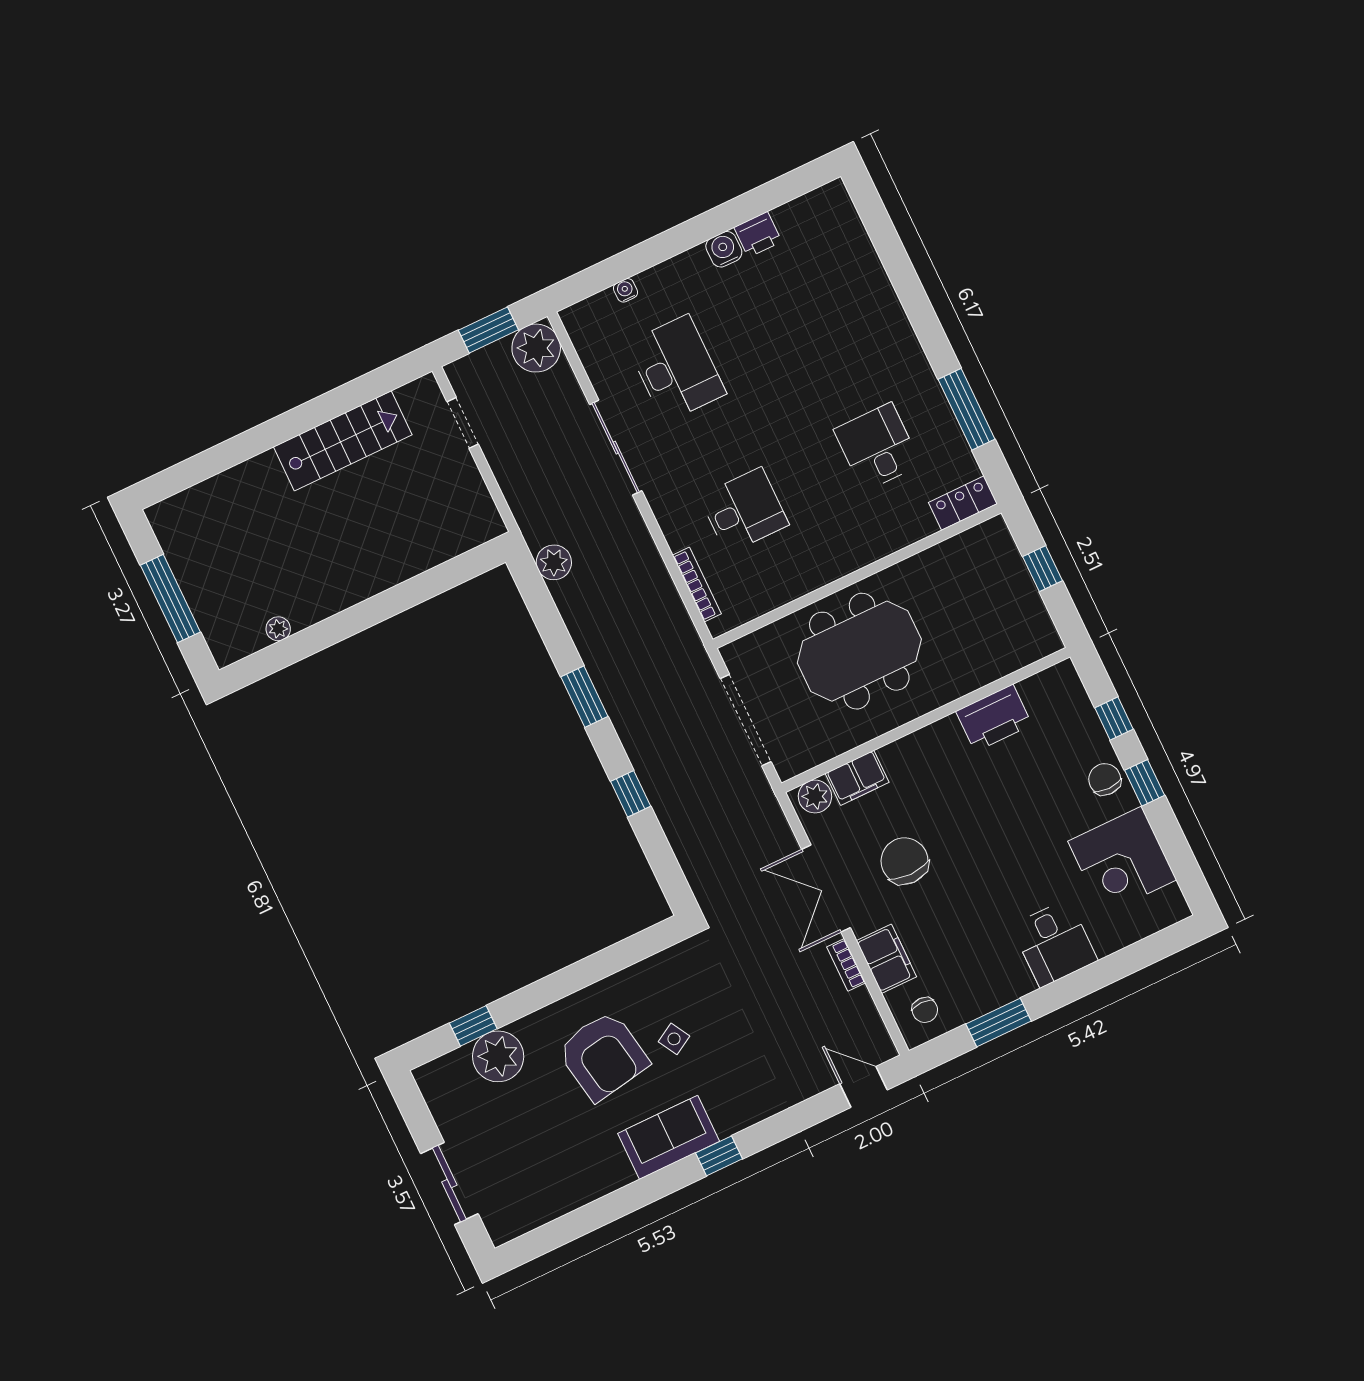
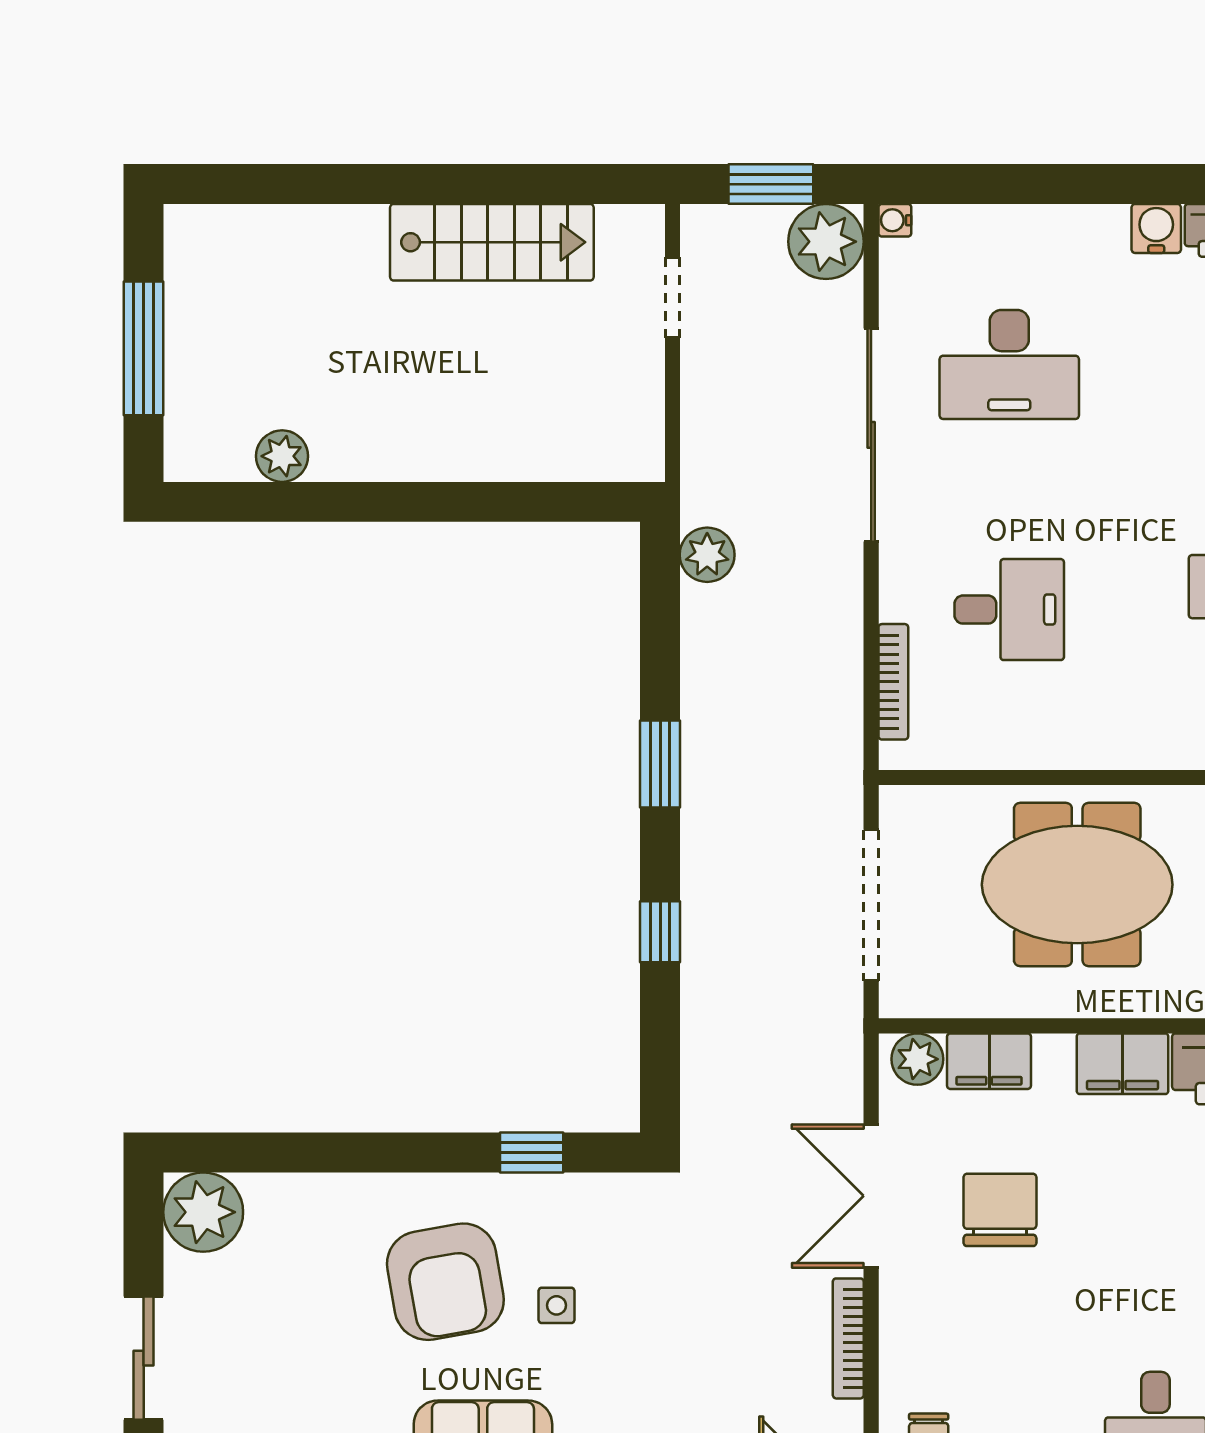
water cooler: (625, 290) -> (895, 220), moved, turned -90
desk: (676, 369) -> (1009, 364), turned 90
sliding door: (616, 448) -> (871, 435), width x1.36
plant: (278, 629) -> (282, 456), width x1.38, depth x1.38
filing cabinet: (886, 959) -> (1123, 1064), moved, turned 90
bookcase: (846, 965) -> (848, 1338), width x1.56
window: (473, 1026) -> (532, 1152), moved
side table: (674, 1039) -> (557, 1305), turned 30
plant: (498, 1056) -> (203, 1212), moved

